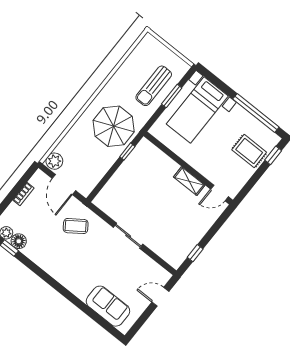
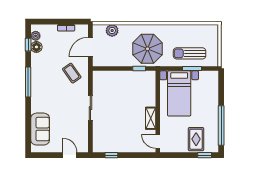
bed with nightstands: (197, 110) -> (179, 93), moved, turned -90
plant: (54, 161) -> (112, 31), moved
window: (49, 279) -> (28, 82), added

